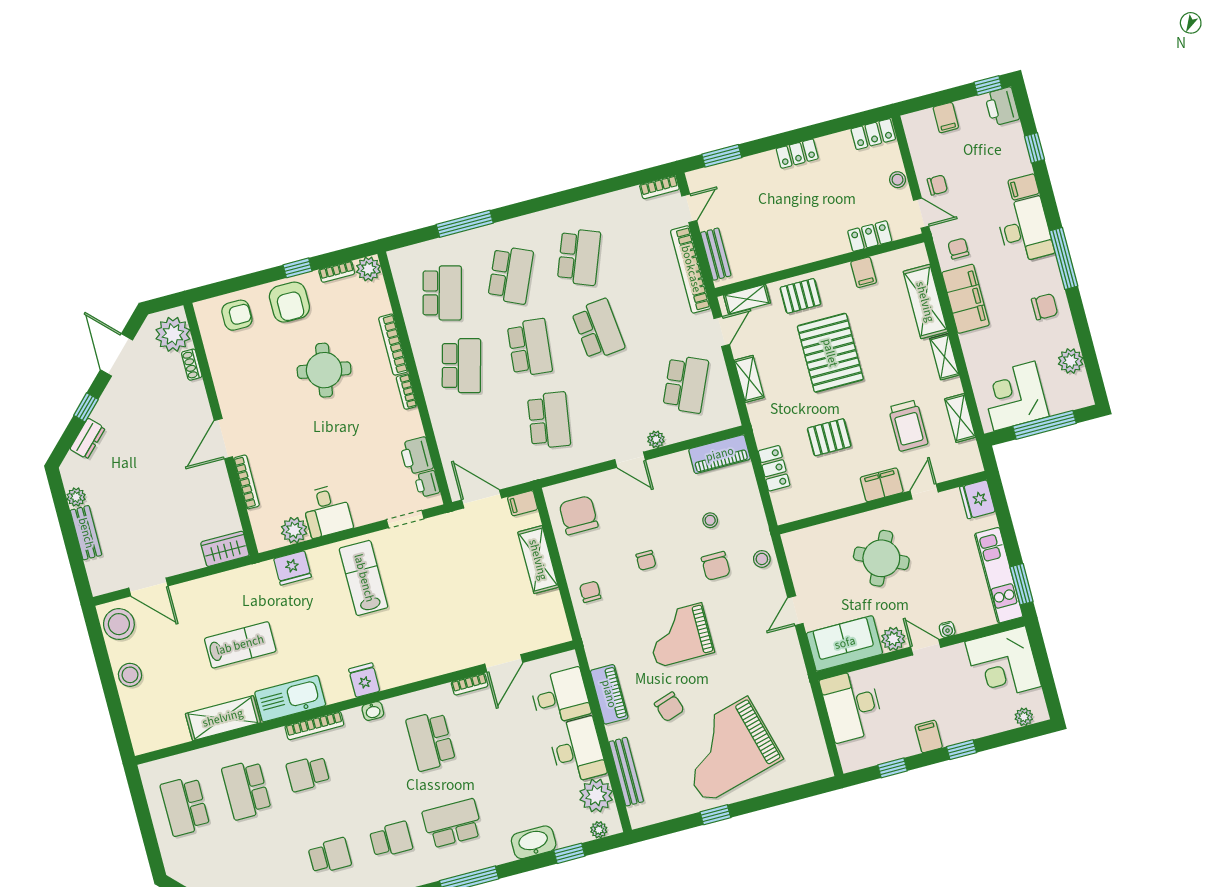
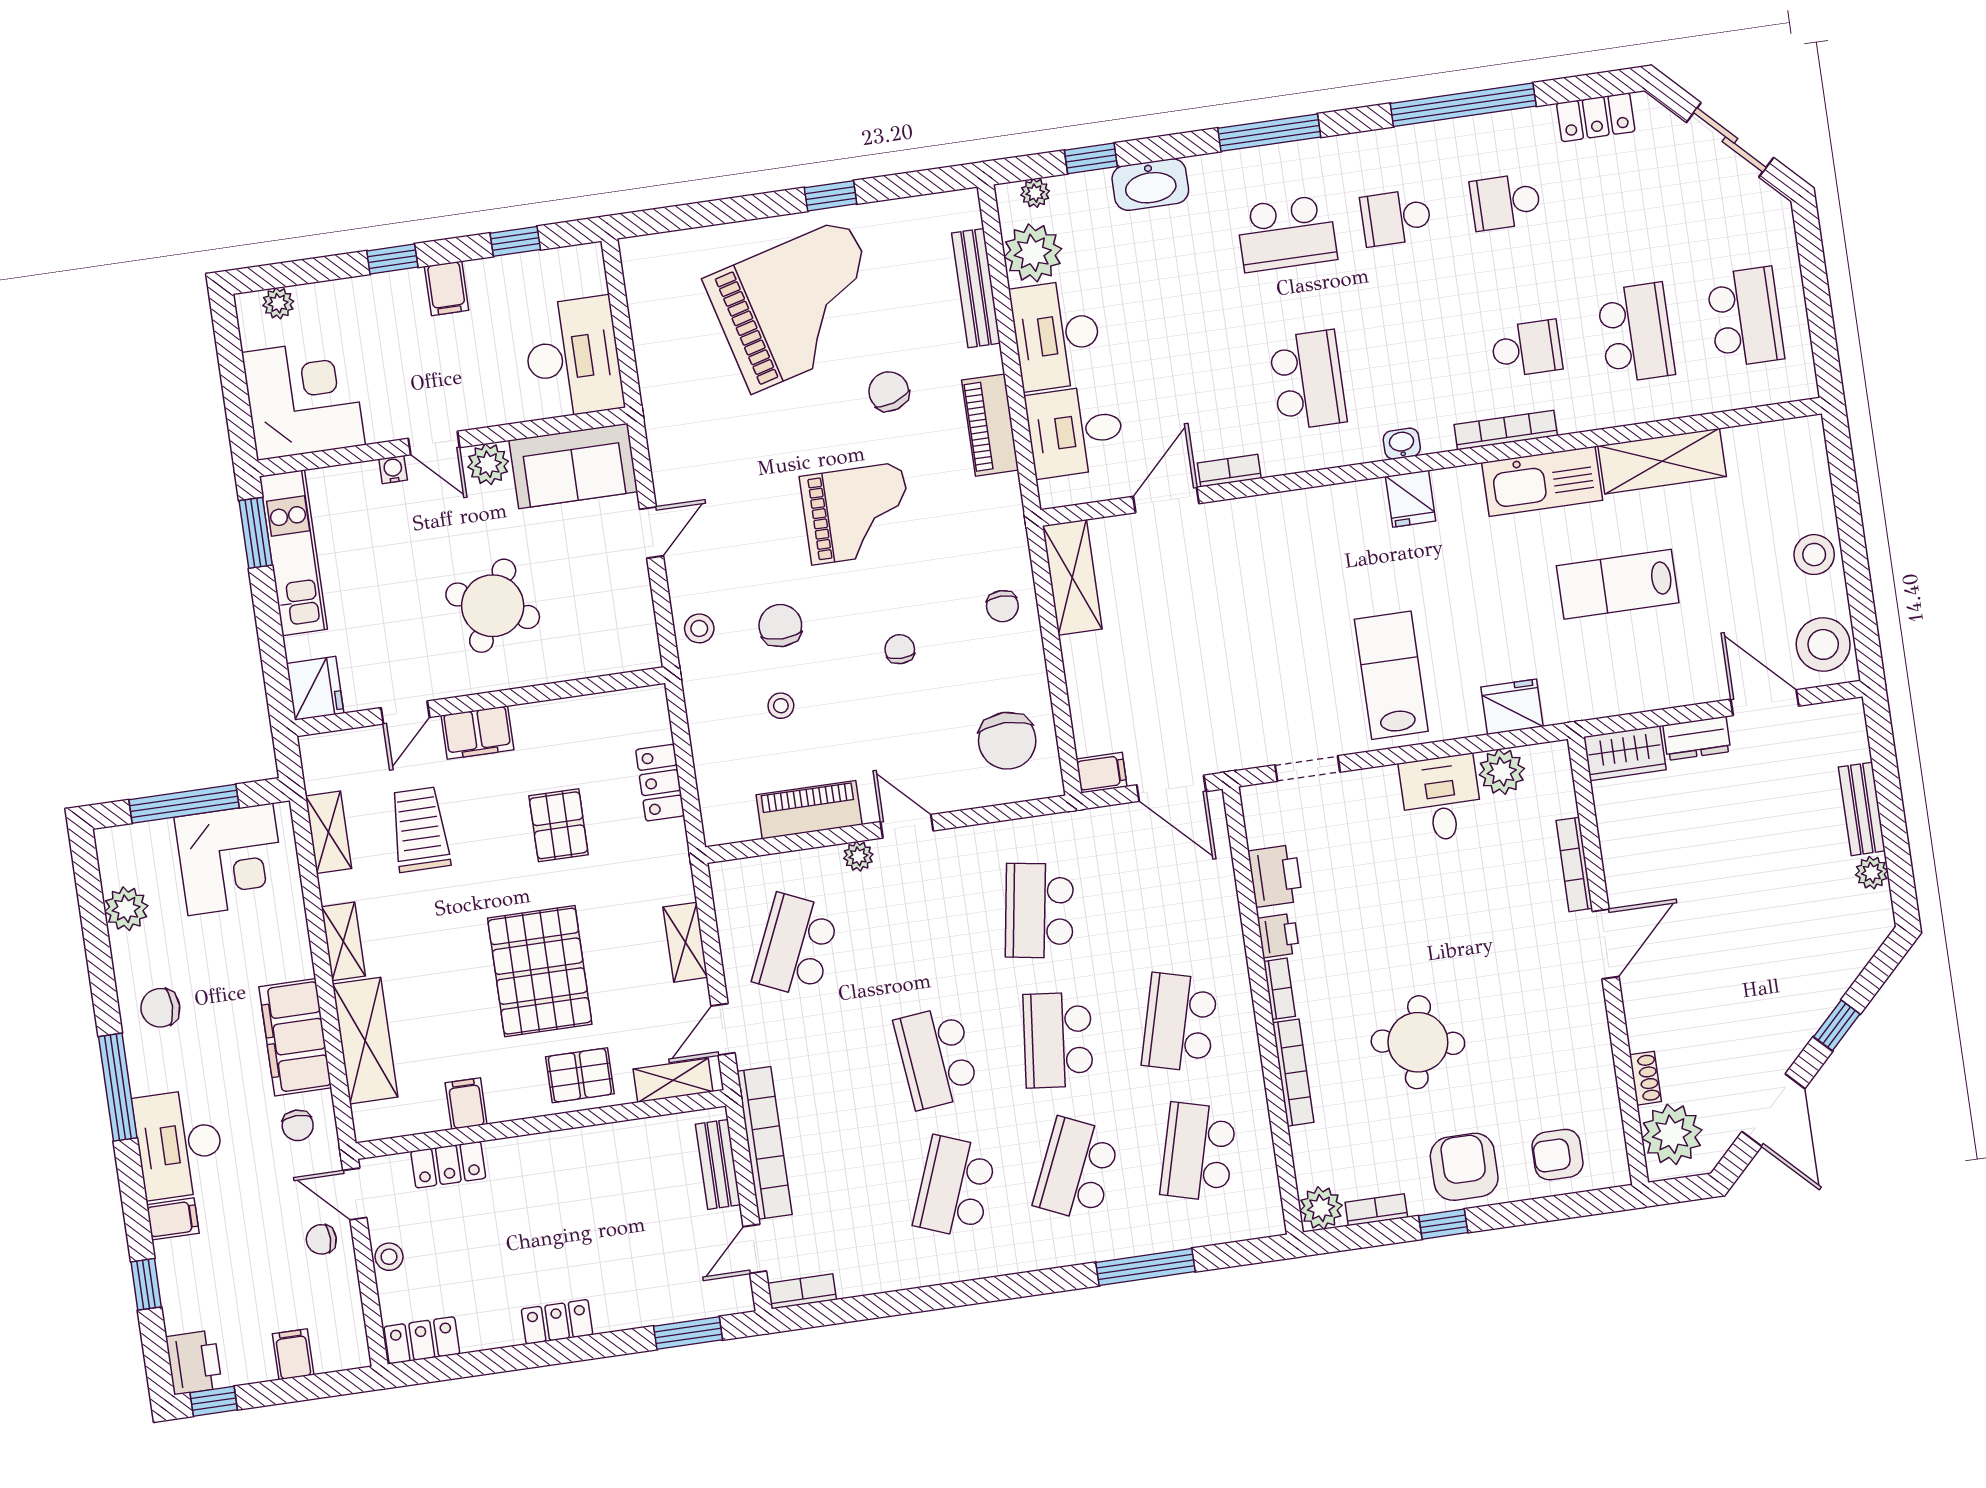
pallet: (829, 437) -> (559, 825), turned 90
dresser: (88, 439) -> (1697, 738), moved, turned -135
piano: (720, 454) -> (809, 810), moved
printer: (427, 484) -> (1279, 936), moved
shelving: (538, 560) -> (1072, 577), moved
lab bench: (364, 578) -> (1391, 675), turned 180

